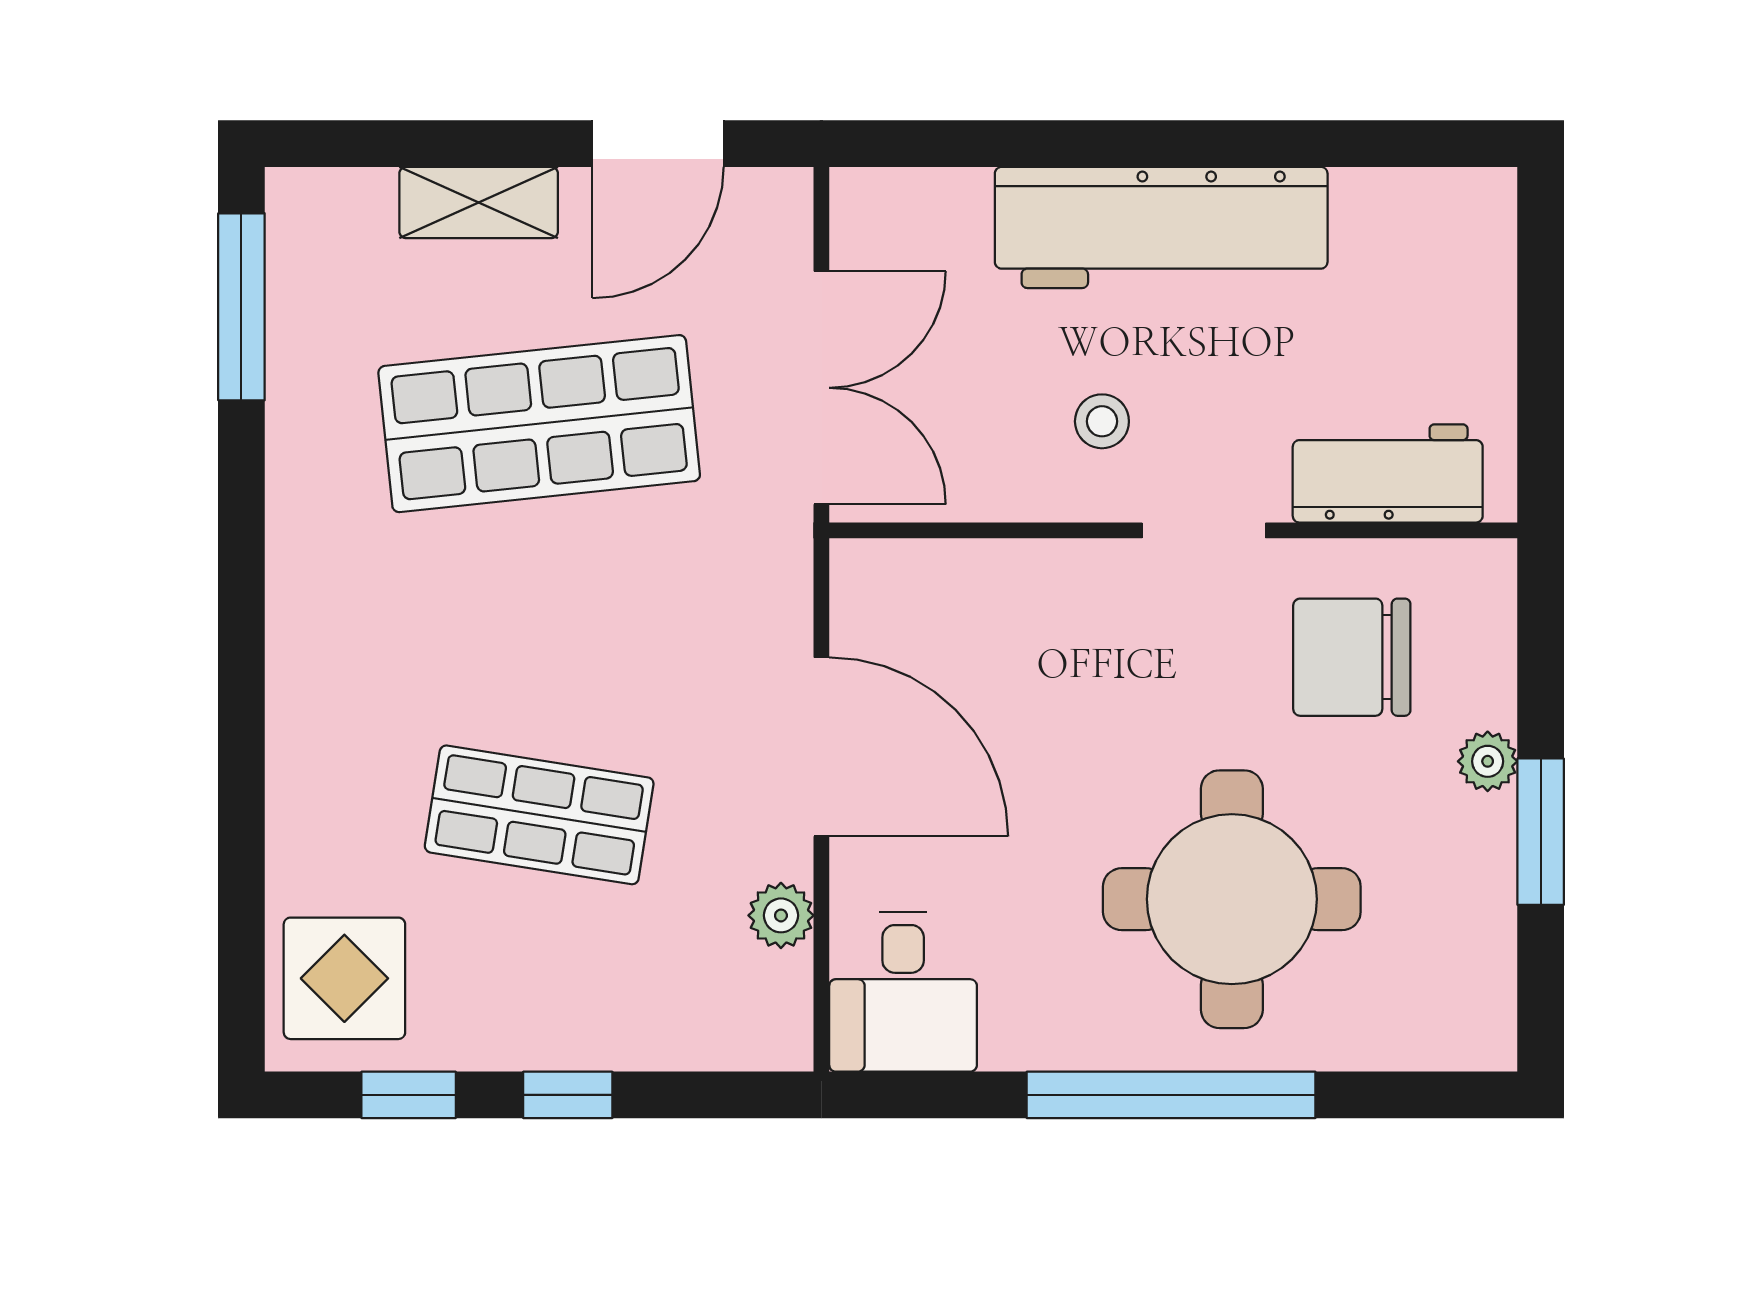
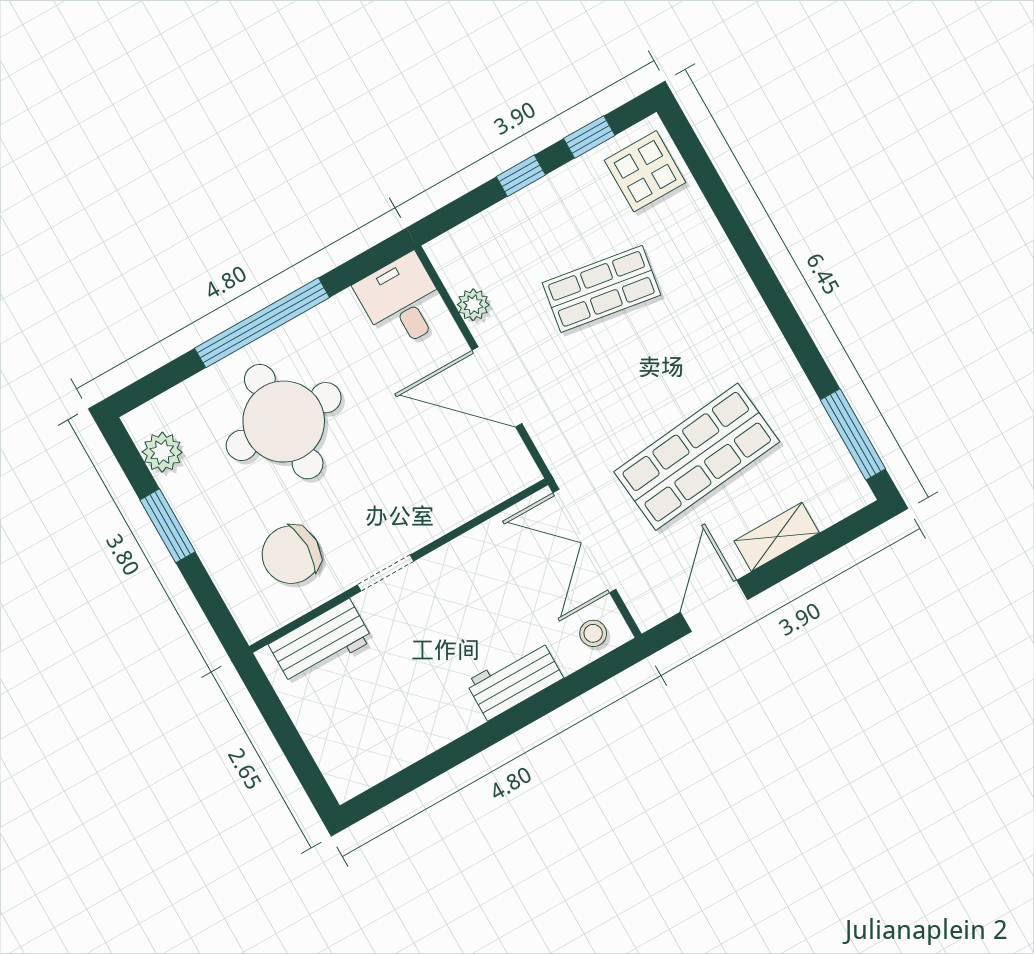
workbench: (1161, 227) -> (515, 680), width x0.53, depth x0.76
stool: (1102, 421) -> (593, 633), moved
chair: (1352, 657) -> (291, 555), turned 180
plant: (1488, 761) -> (162, 452), moved, width x1.38, depth x1.38

